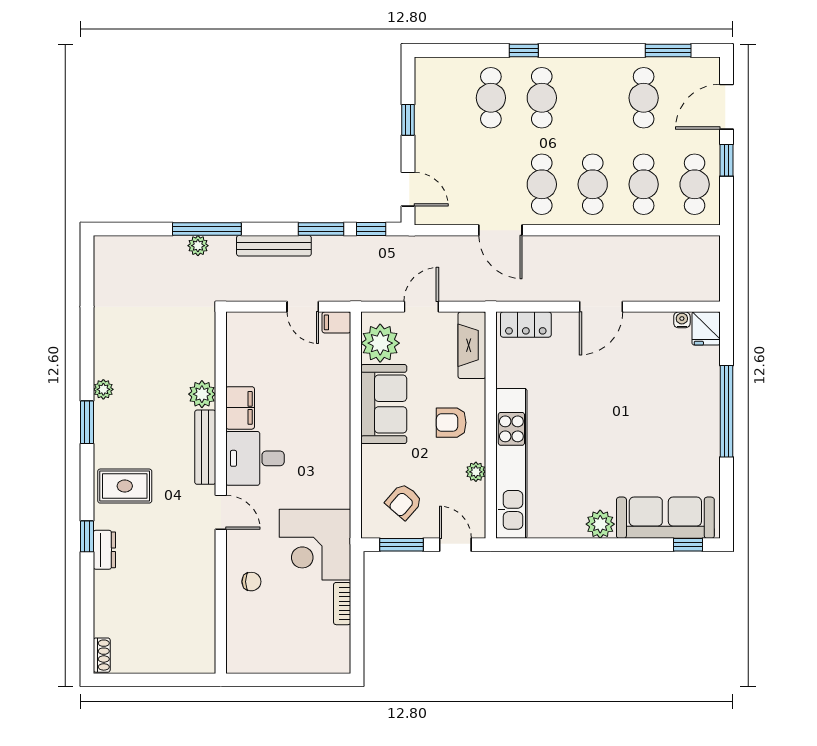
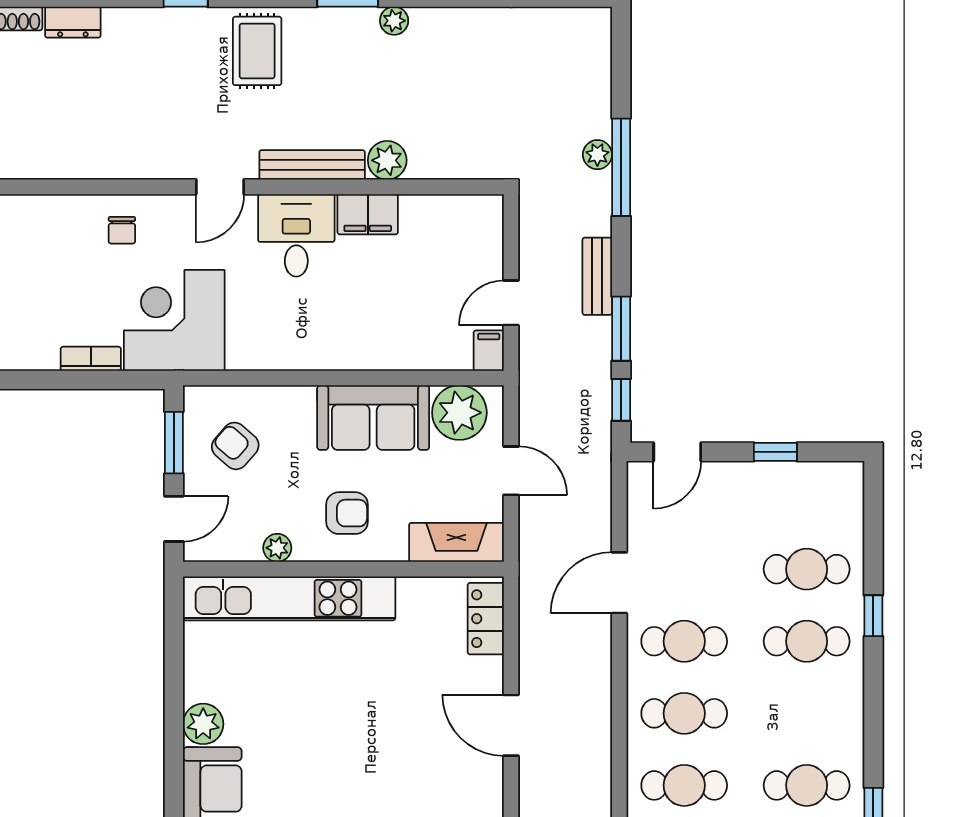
bench: (274, 246) -> (597, 276), width x0.73
armchair: (451, 423) -> (347, 513), turned 90
dresser: (104, 550) -> (73, 22), moved

